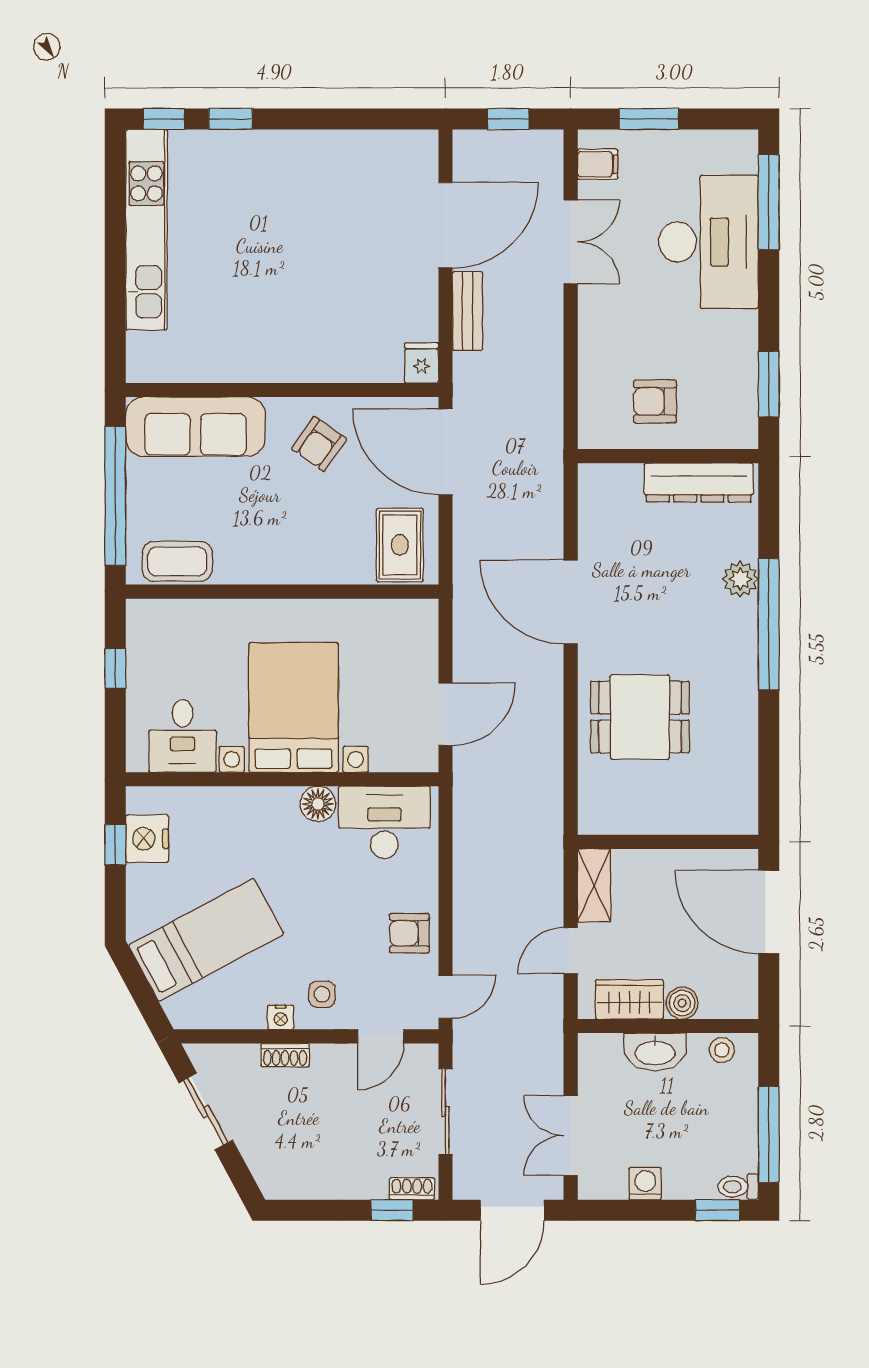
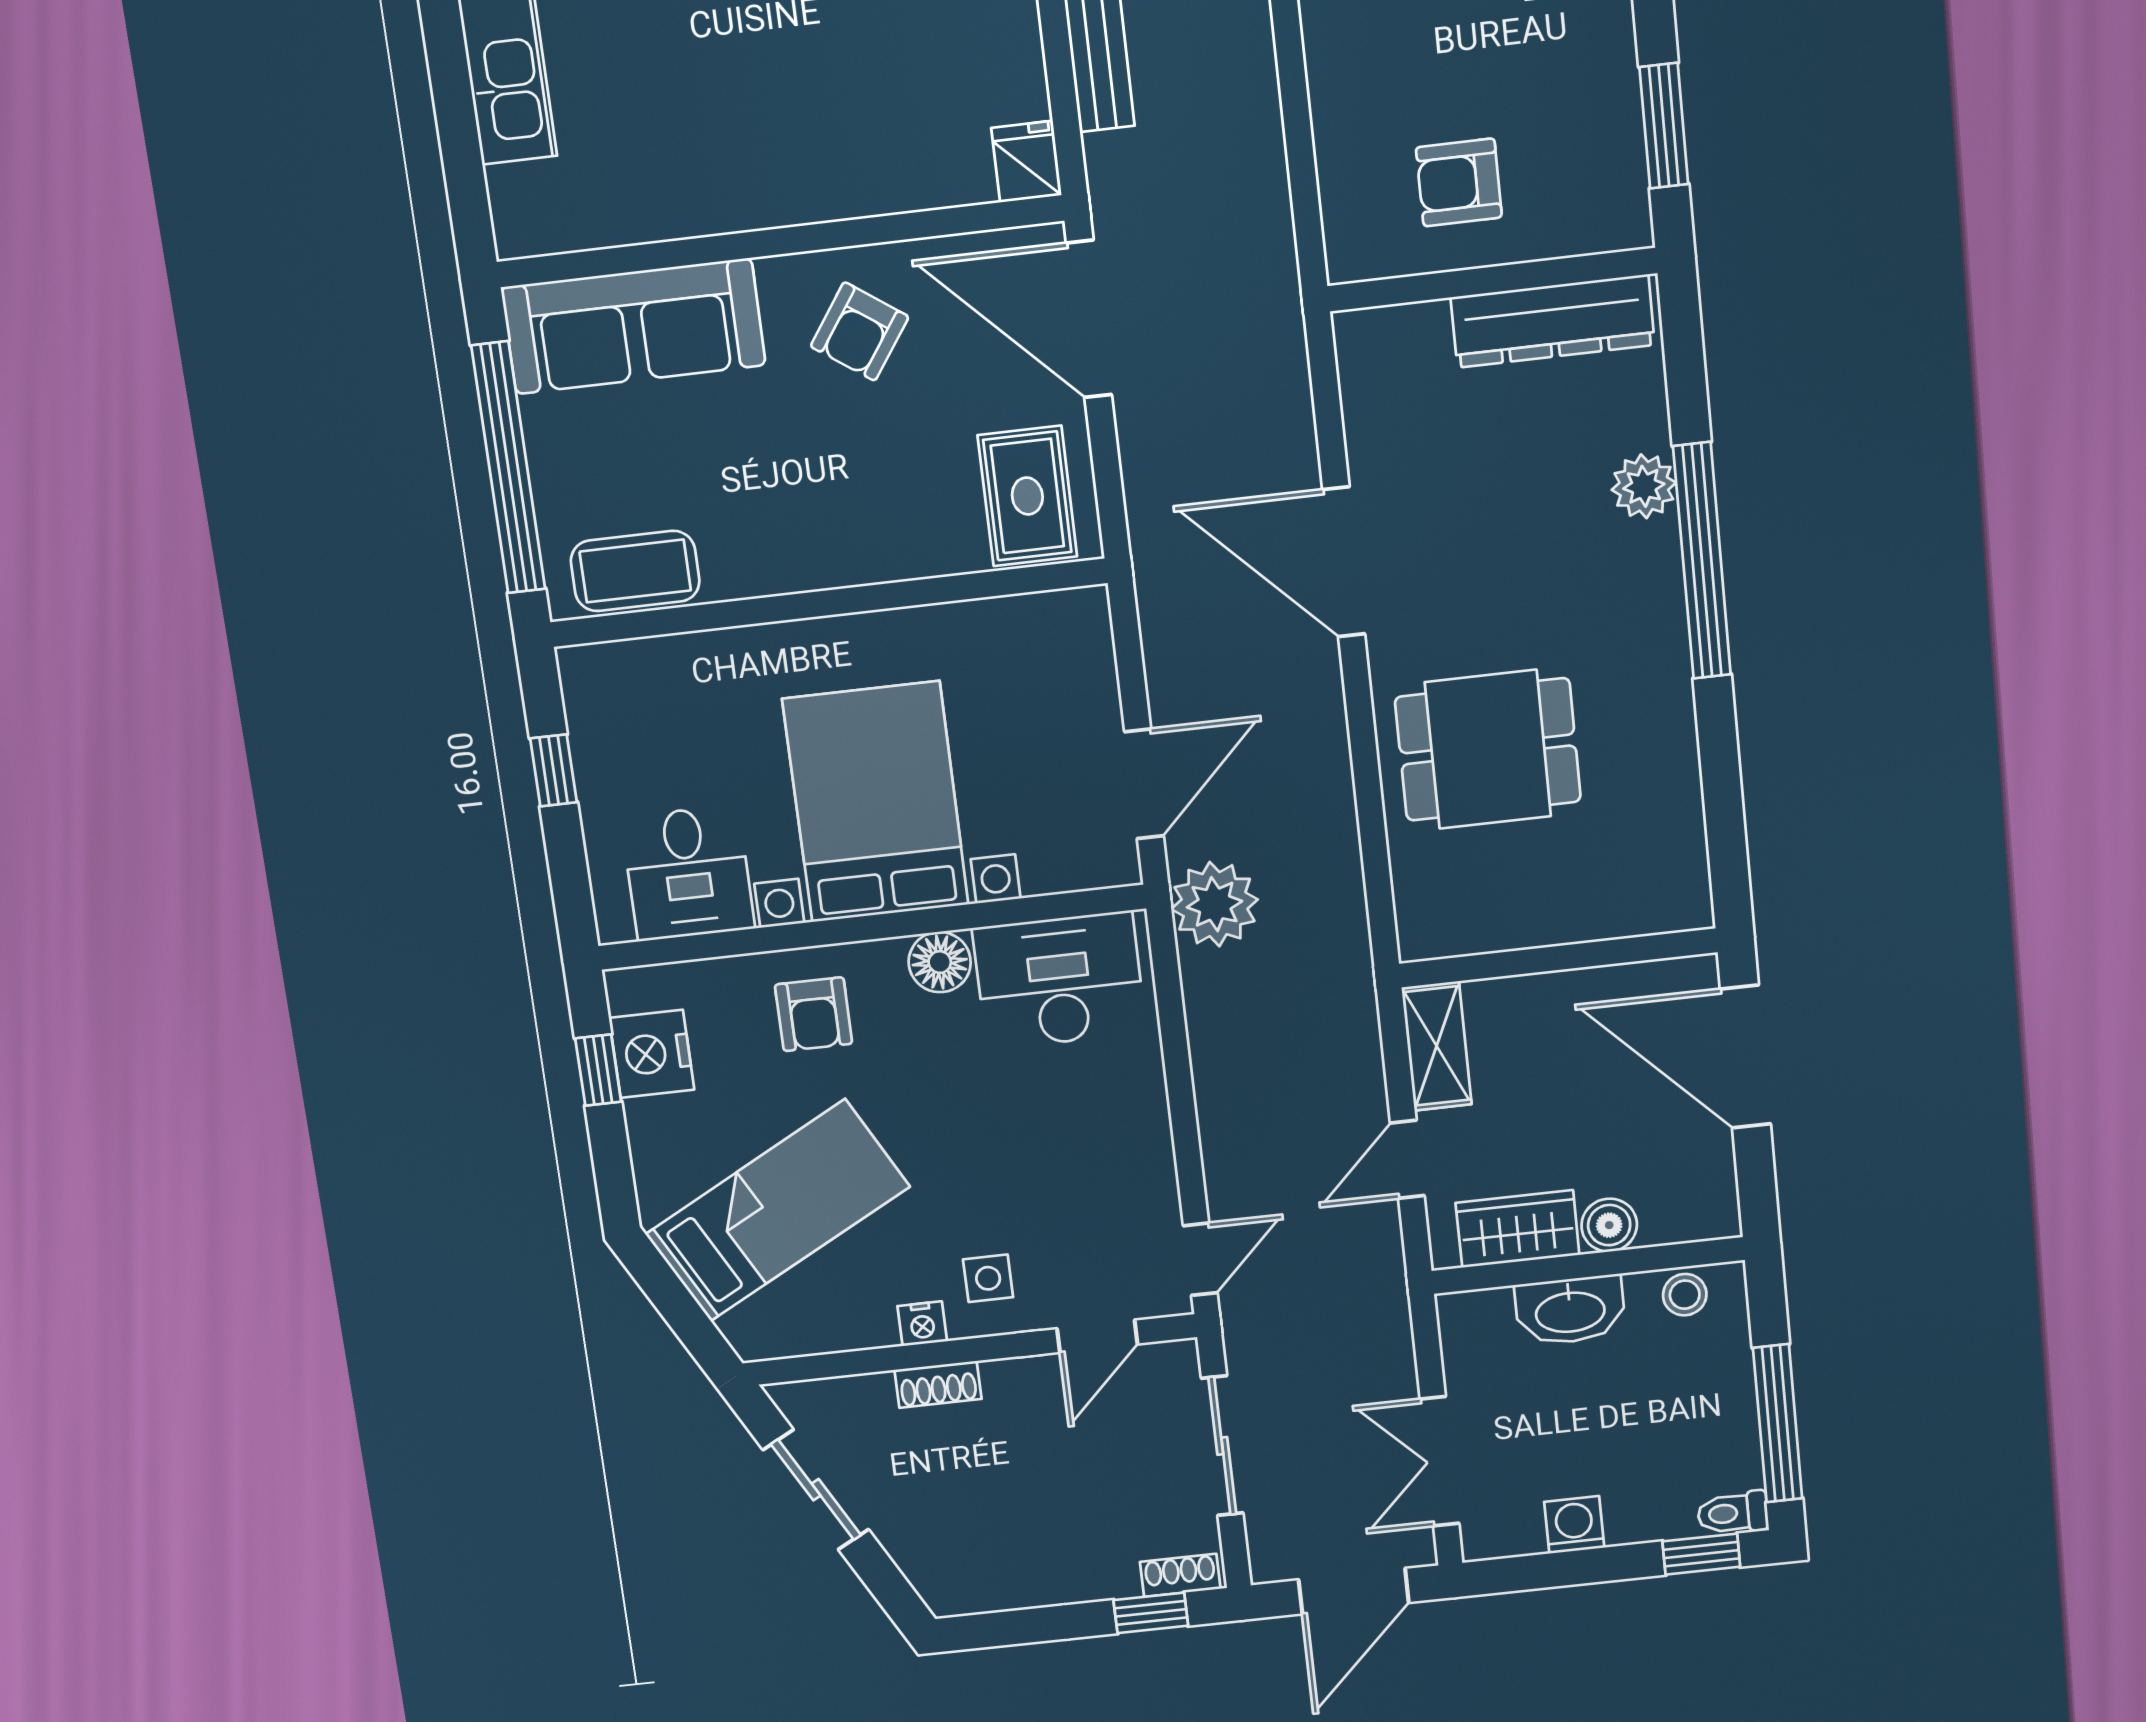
plant: (477, 788) -> (1215, 904), added
armchair: (409, 933) -> (814, 1014), moved, turned -90

